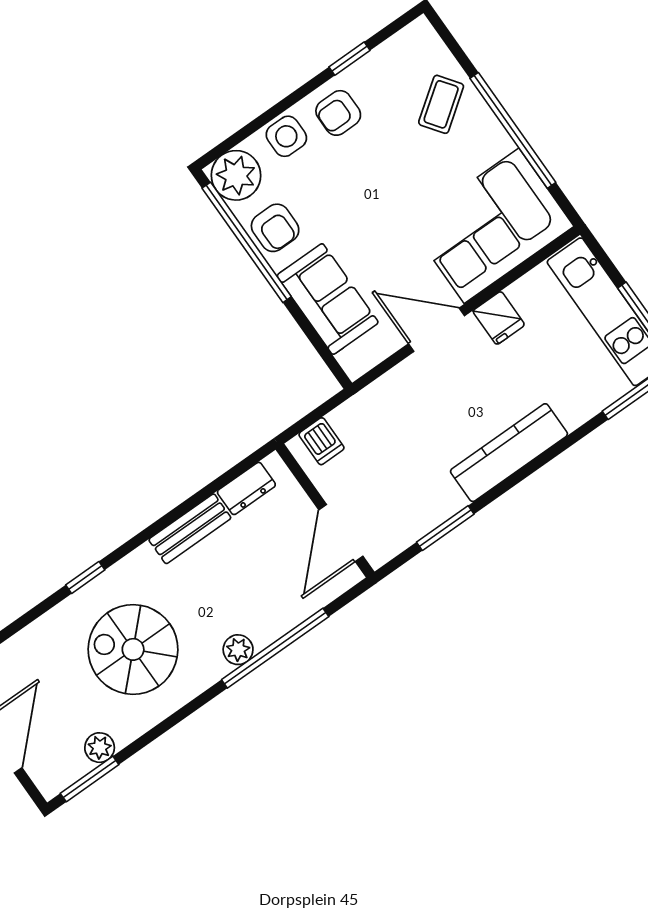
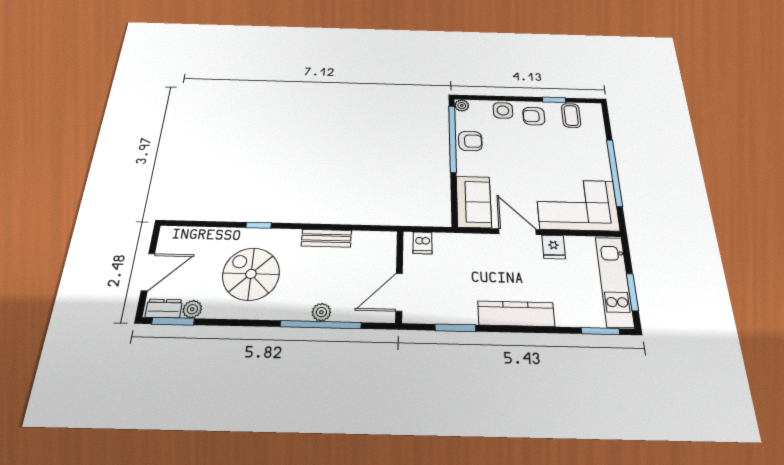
coffee table: (441, 104) -> (571, 116), moved, turned -54
plant: (236, 175) -> (462, 105), width x0.53, depth x0.53
armchair: (275, 228) -> (470, 141), turned -90
sofa: (328, 299) -> (474, 202), moved
dresser: (246, 488) -> (164, 308), moved, turned 180
plant: (238, 650) -> (321, 312), moved

